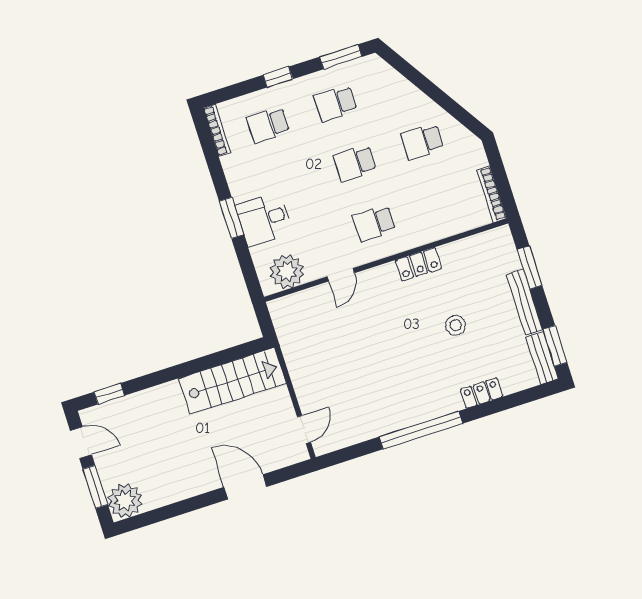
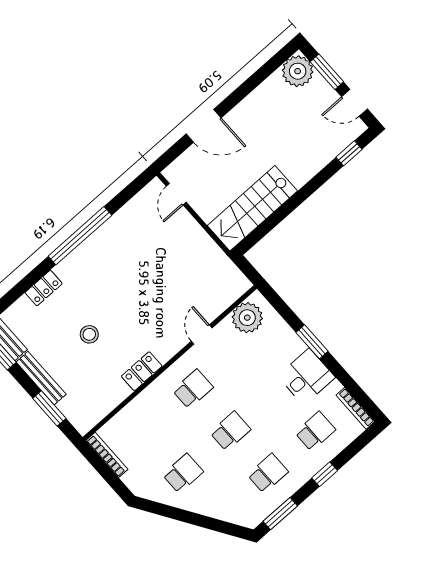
desk: (264, 219) -> (306, 377), moved

